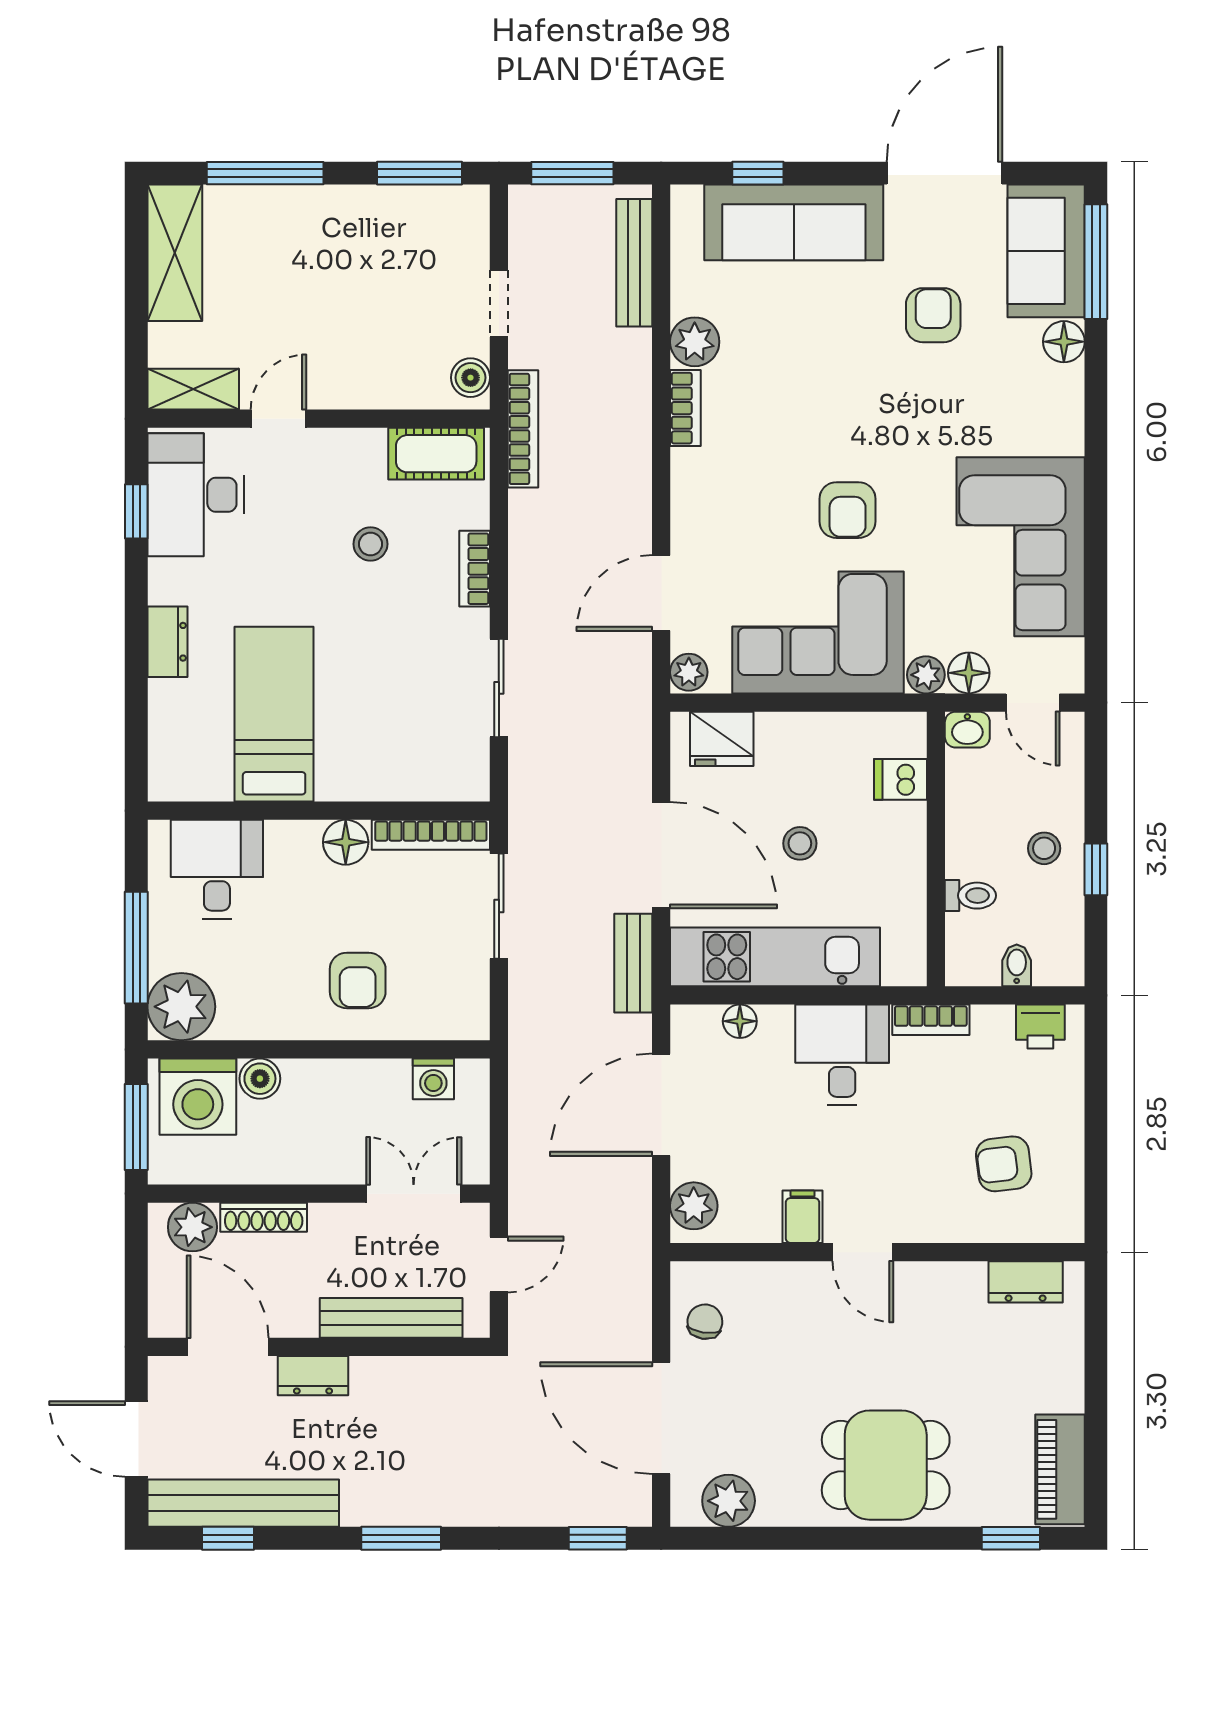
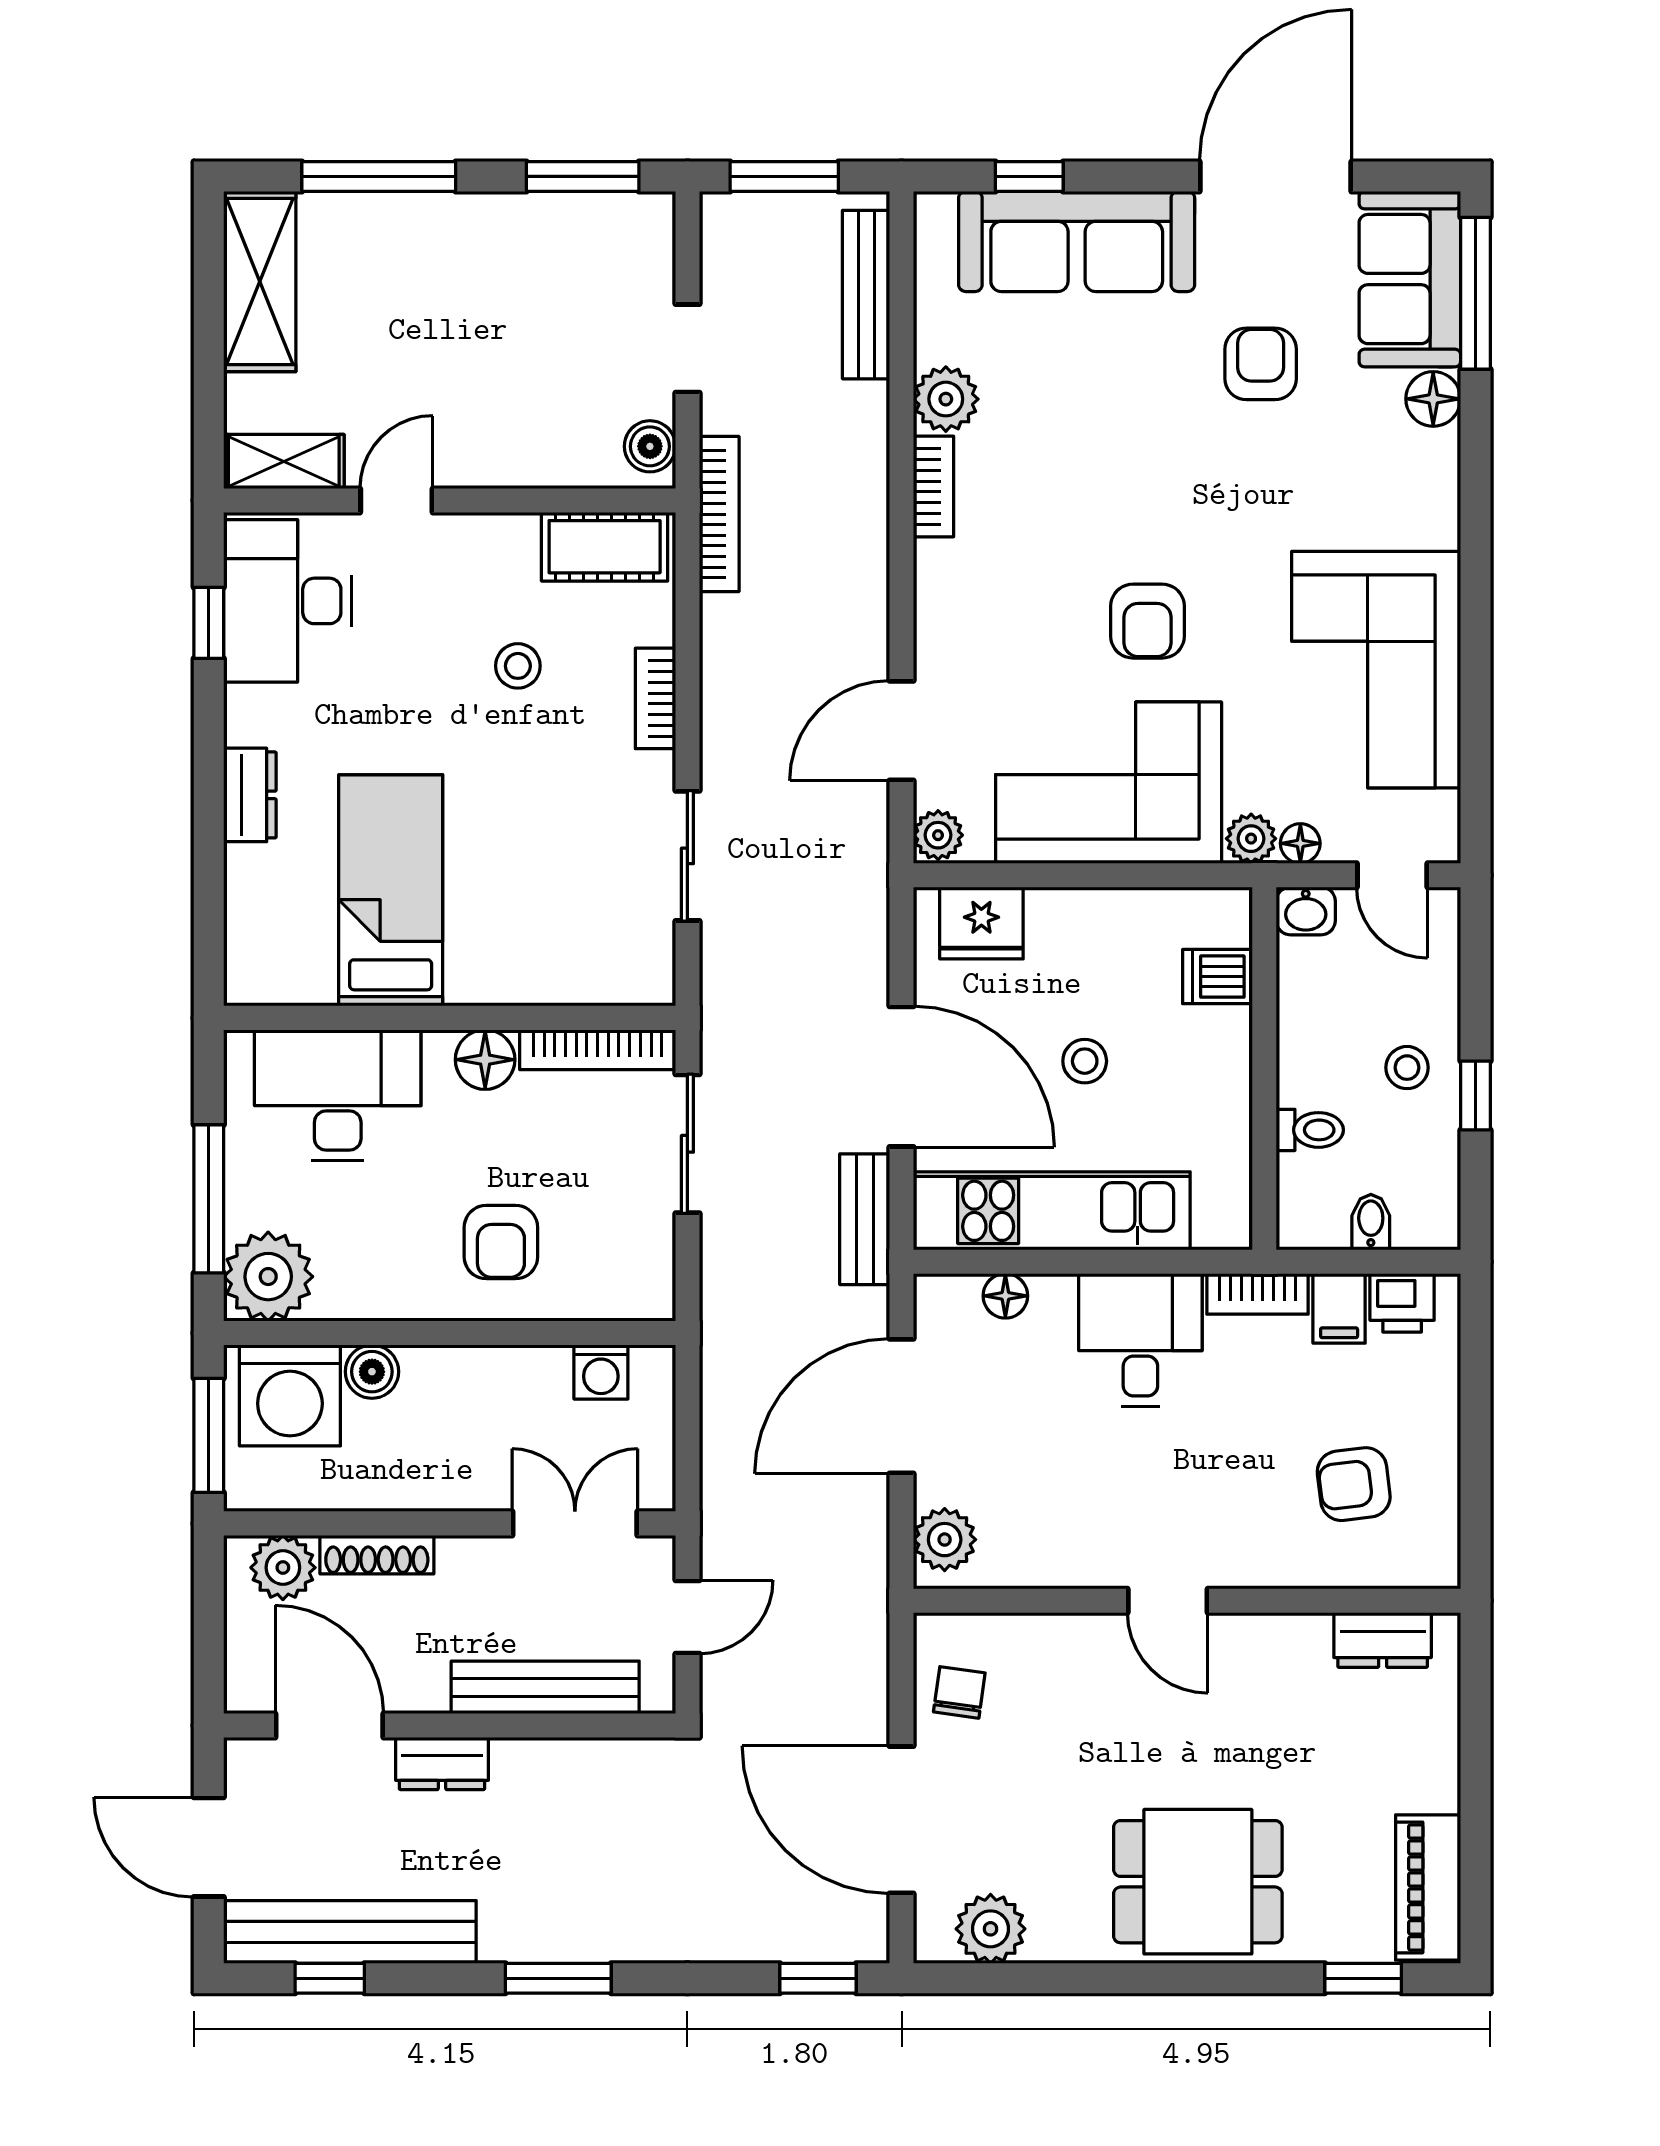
floor lamp: (969, 673) -> (1300, 843), width x0.73, depth x0.73
desk: (217, 869) -> (338, 1095), width x1.37
filing cabinet: (803, 1217) -> (1339, 1308), moved, turned 180

